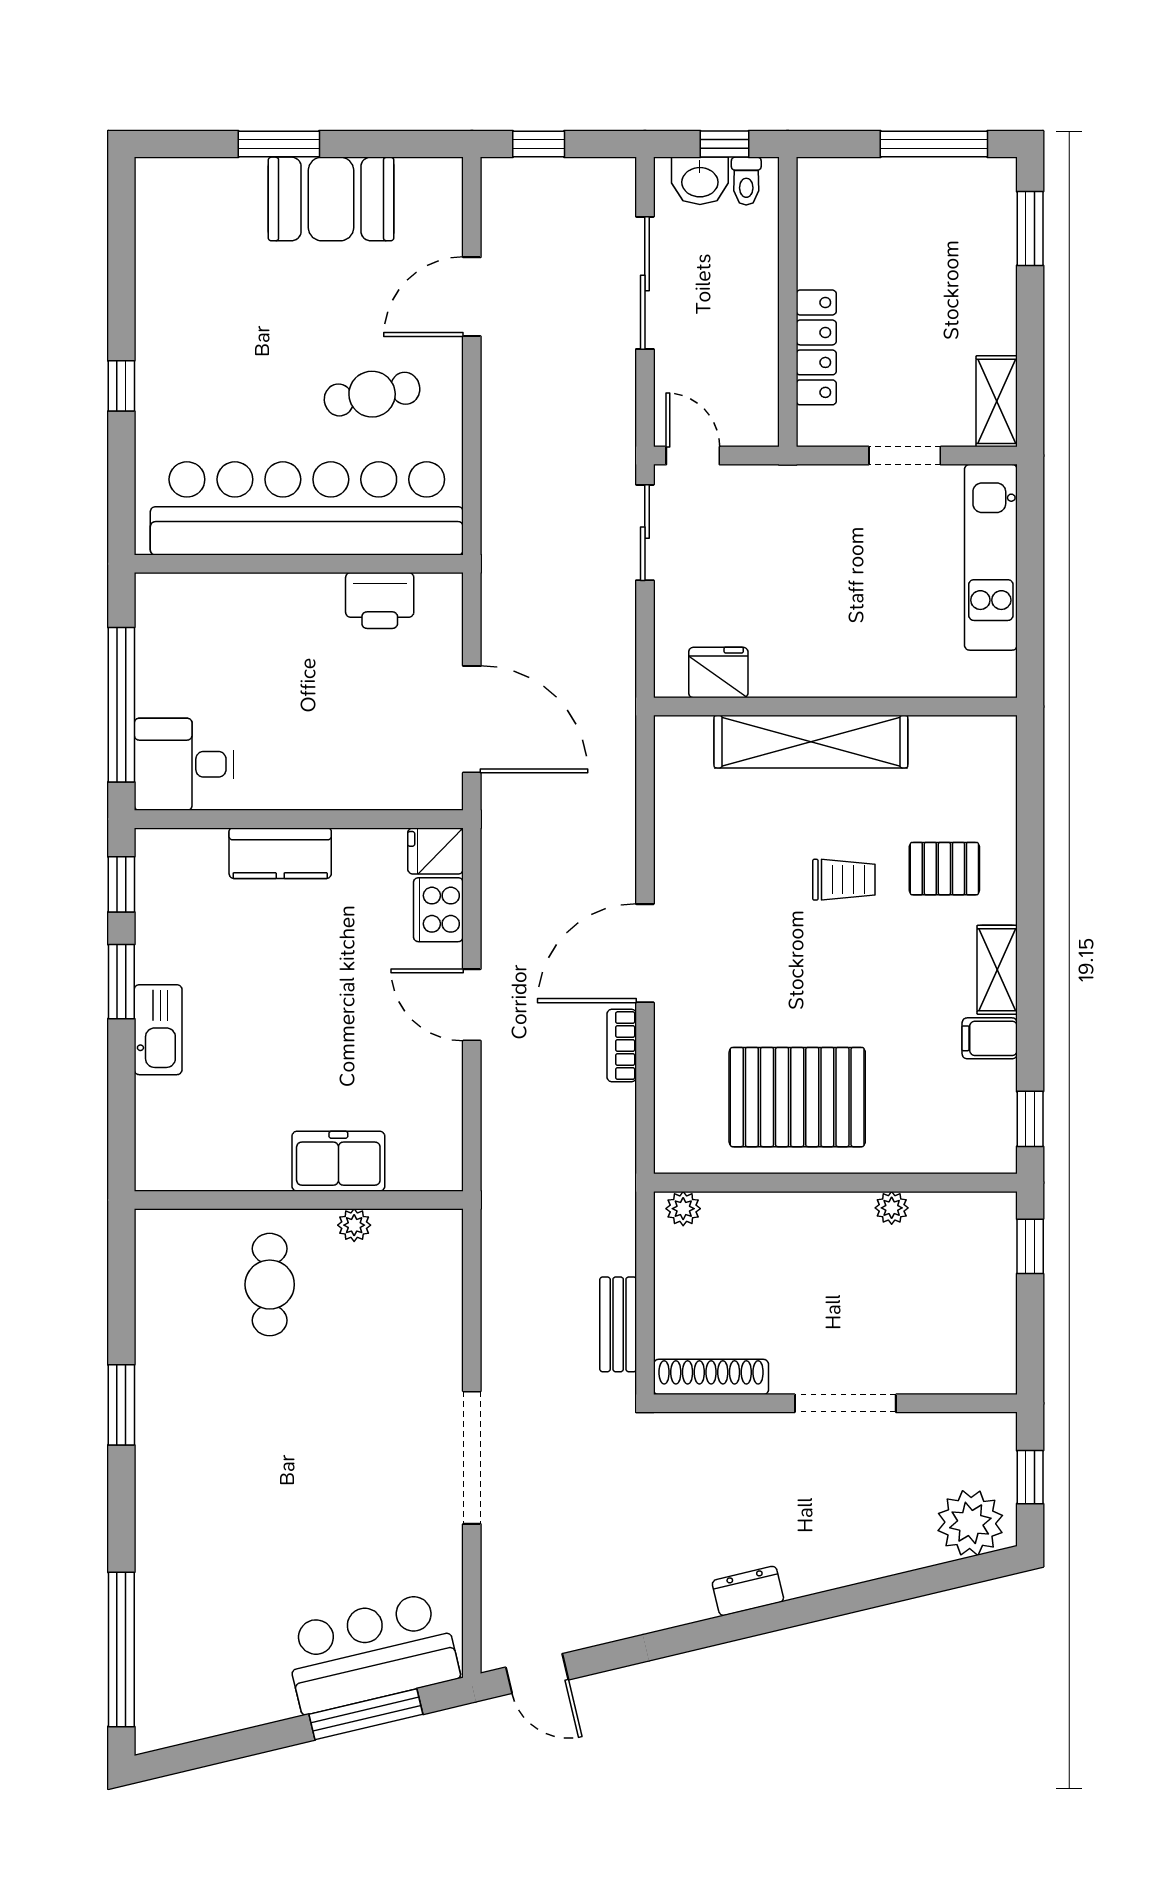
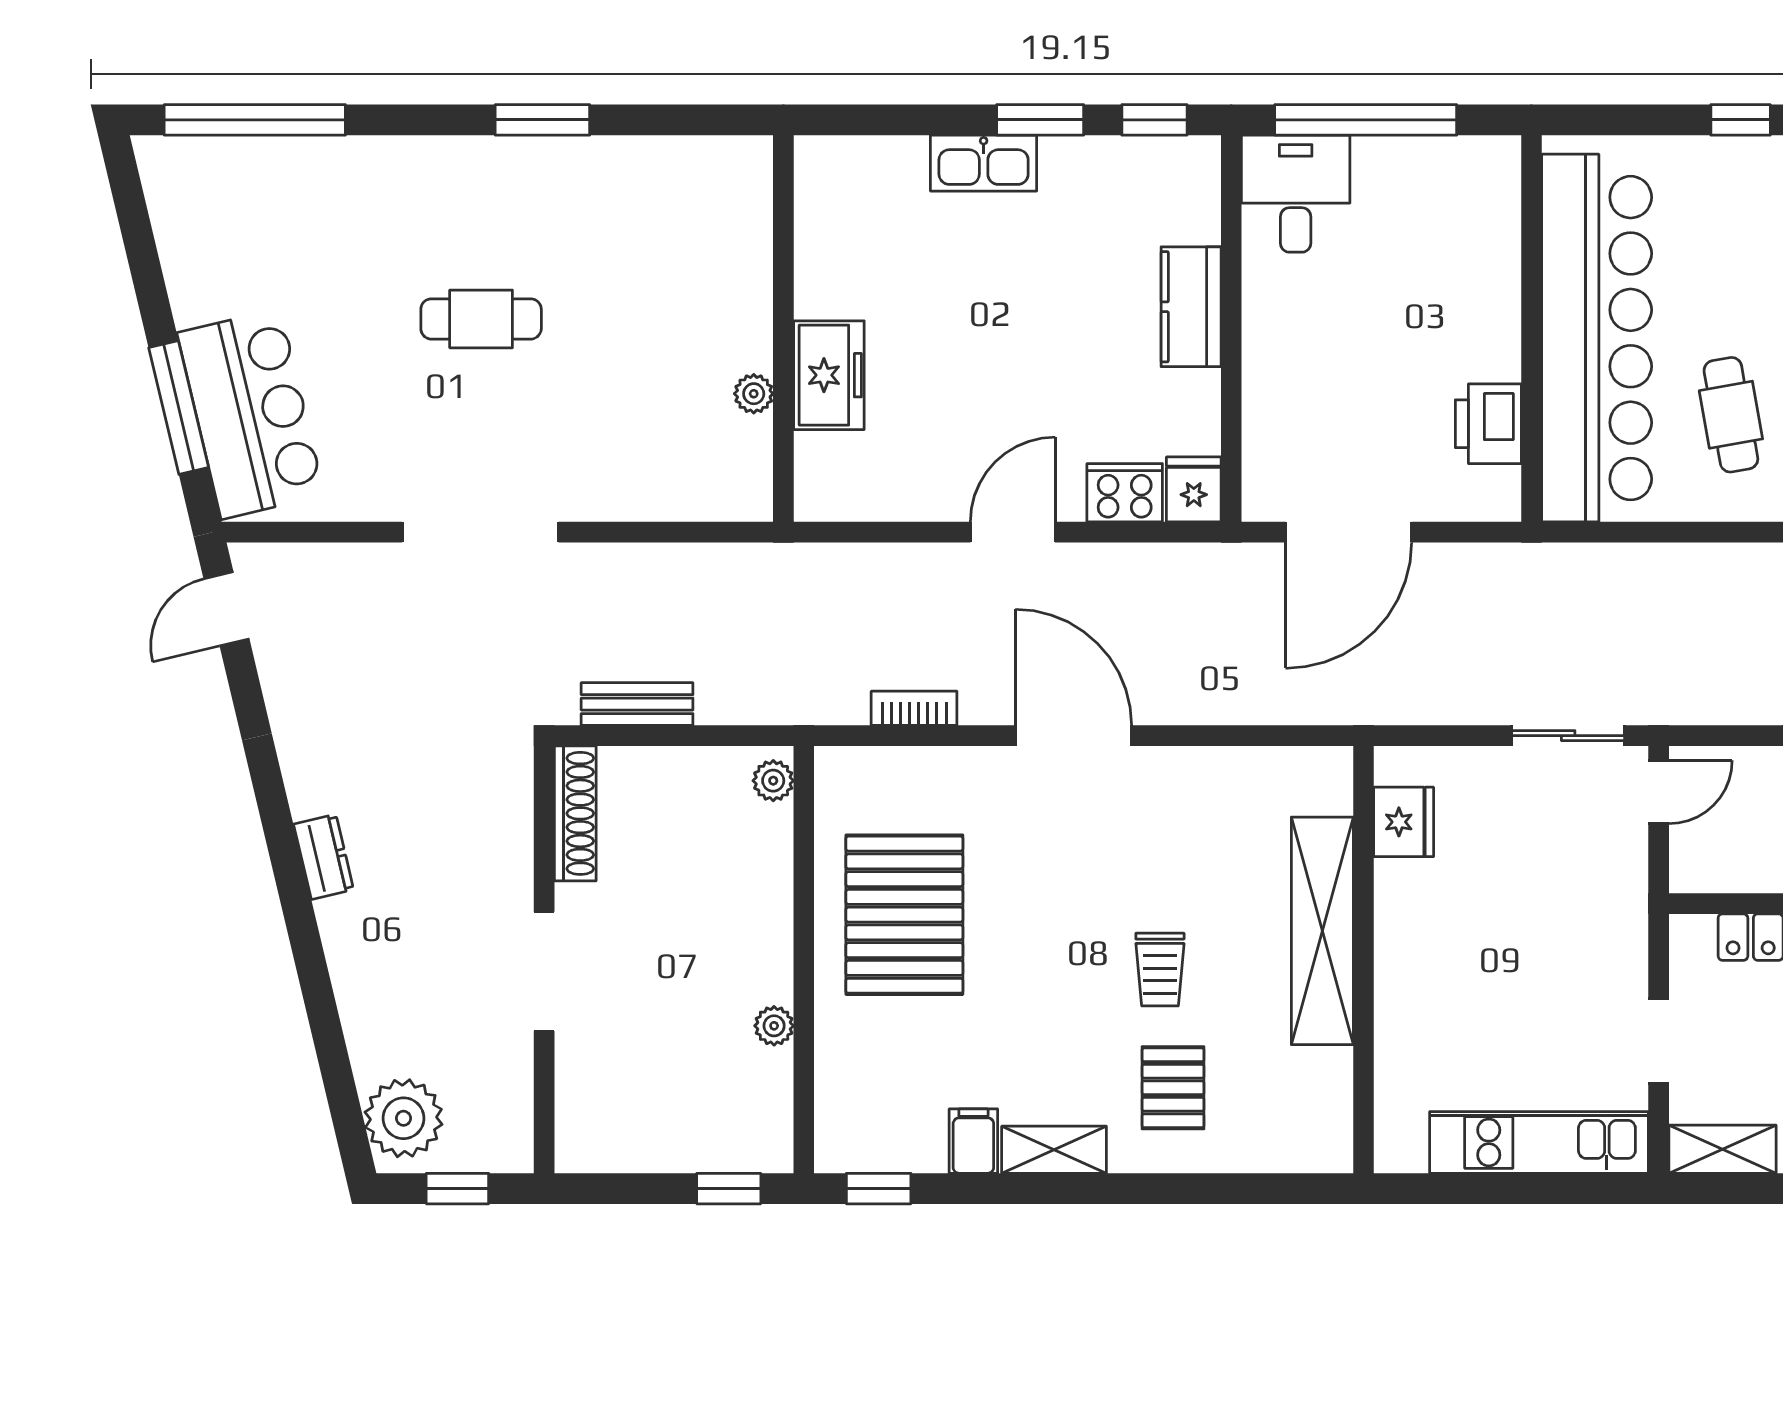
bookcase: (622, 1046) -> (914, 708), moved
cafe table: (270, 1285) -> (481, 319), moved

